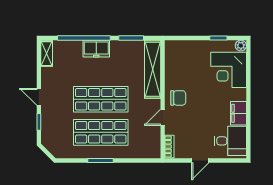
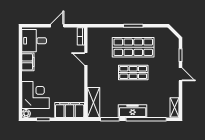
freezer: (96, 49) -> (133, 111), width x1.40
filing cabinet: (184, 50) -> (70, 110), added
shelving: (153, 69) -> (94, 103), width x0.68
chair: (178, 98) -> (74, 74), removed
shop shelf: (101, 99) -> (133, 72), width x0.70, depth x0.74
door: (163, 117) -> (86, 59), swing flipped

